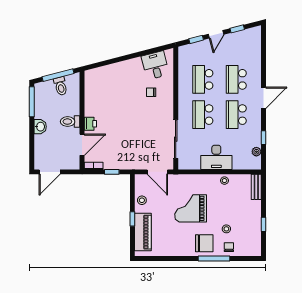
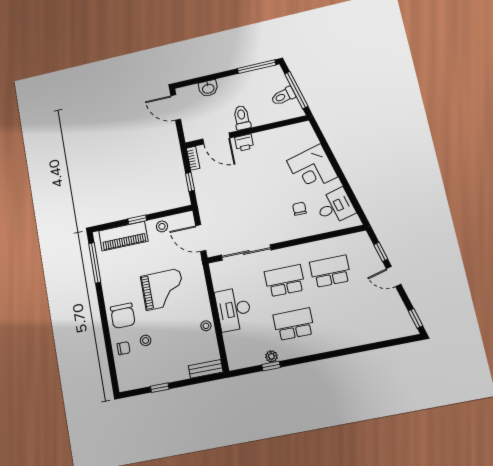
window: (237, 29) -> (415, 318), moved
corner desk: (122, 76) -> (312, 169), added
school desk: (236, 79) -> (340, 315), removed
door: (263, 98) -> (323, 356), removed
washbasin: (40, 127) -> (208, 88), moved
plant: (256, 152) -> (271, 356), moved
door: (157, 172) -> (201, 238), hinge flipped
grand piano: (191, 208) -> (163, 289), turned 90
window: (214, 258) -> (95, 263), moved

